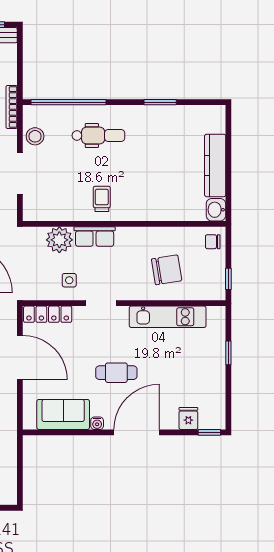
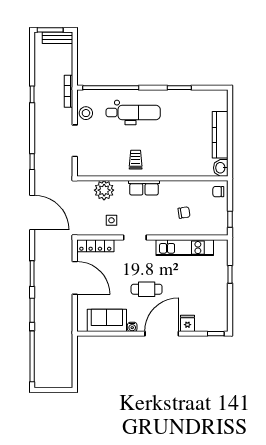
dental chair: (98, 136) -> (133, 112), width x1.36, depth x1.38
row of seats: (95, 236) -> (144, 188), moved
chair: (167, 270) -> (184, 213), width x0.54, depth x0.54
fridge: (188, 418) -> (187, 323), moved

